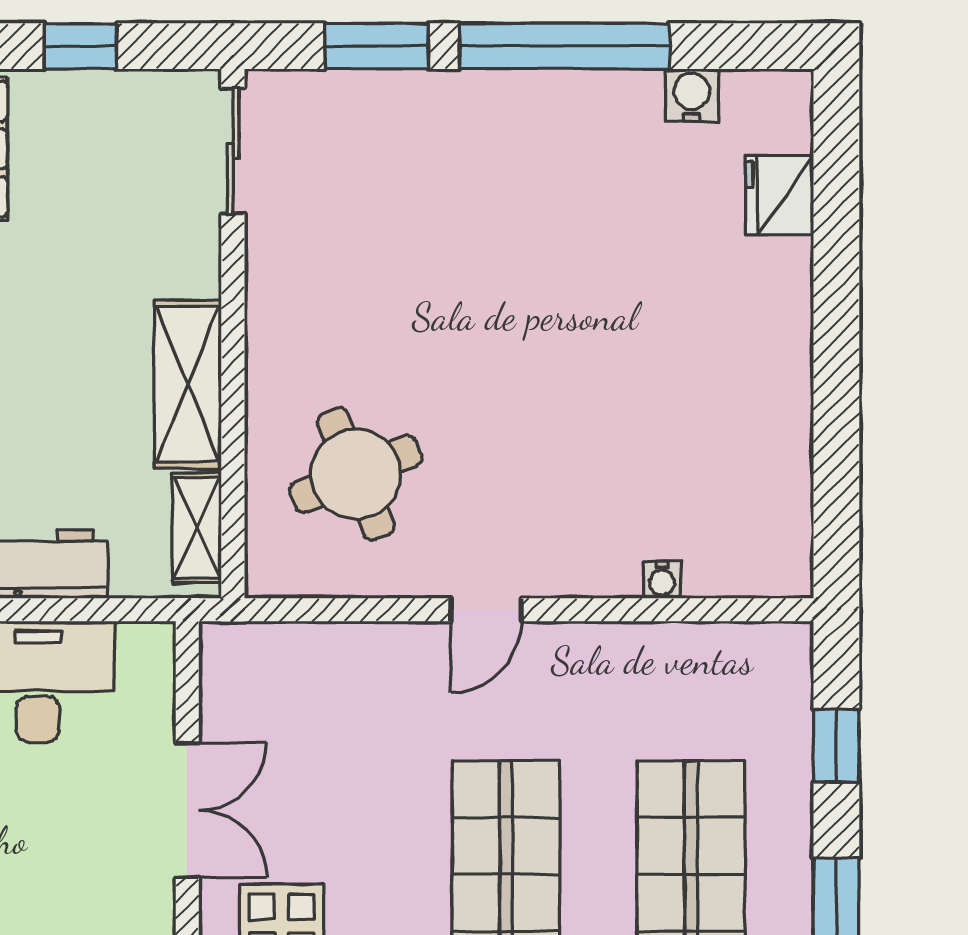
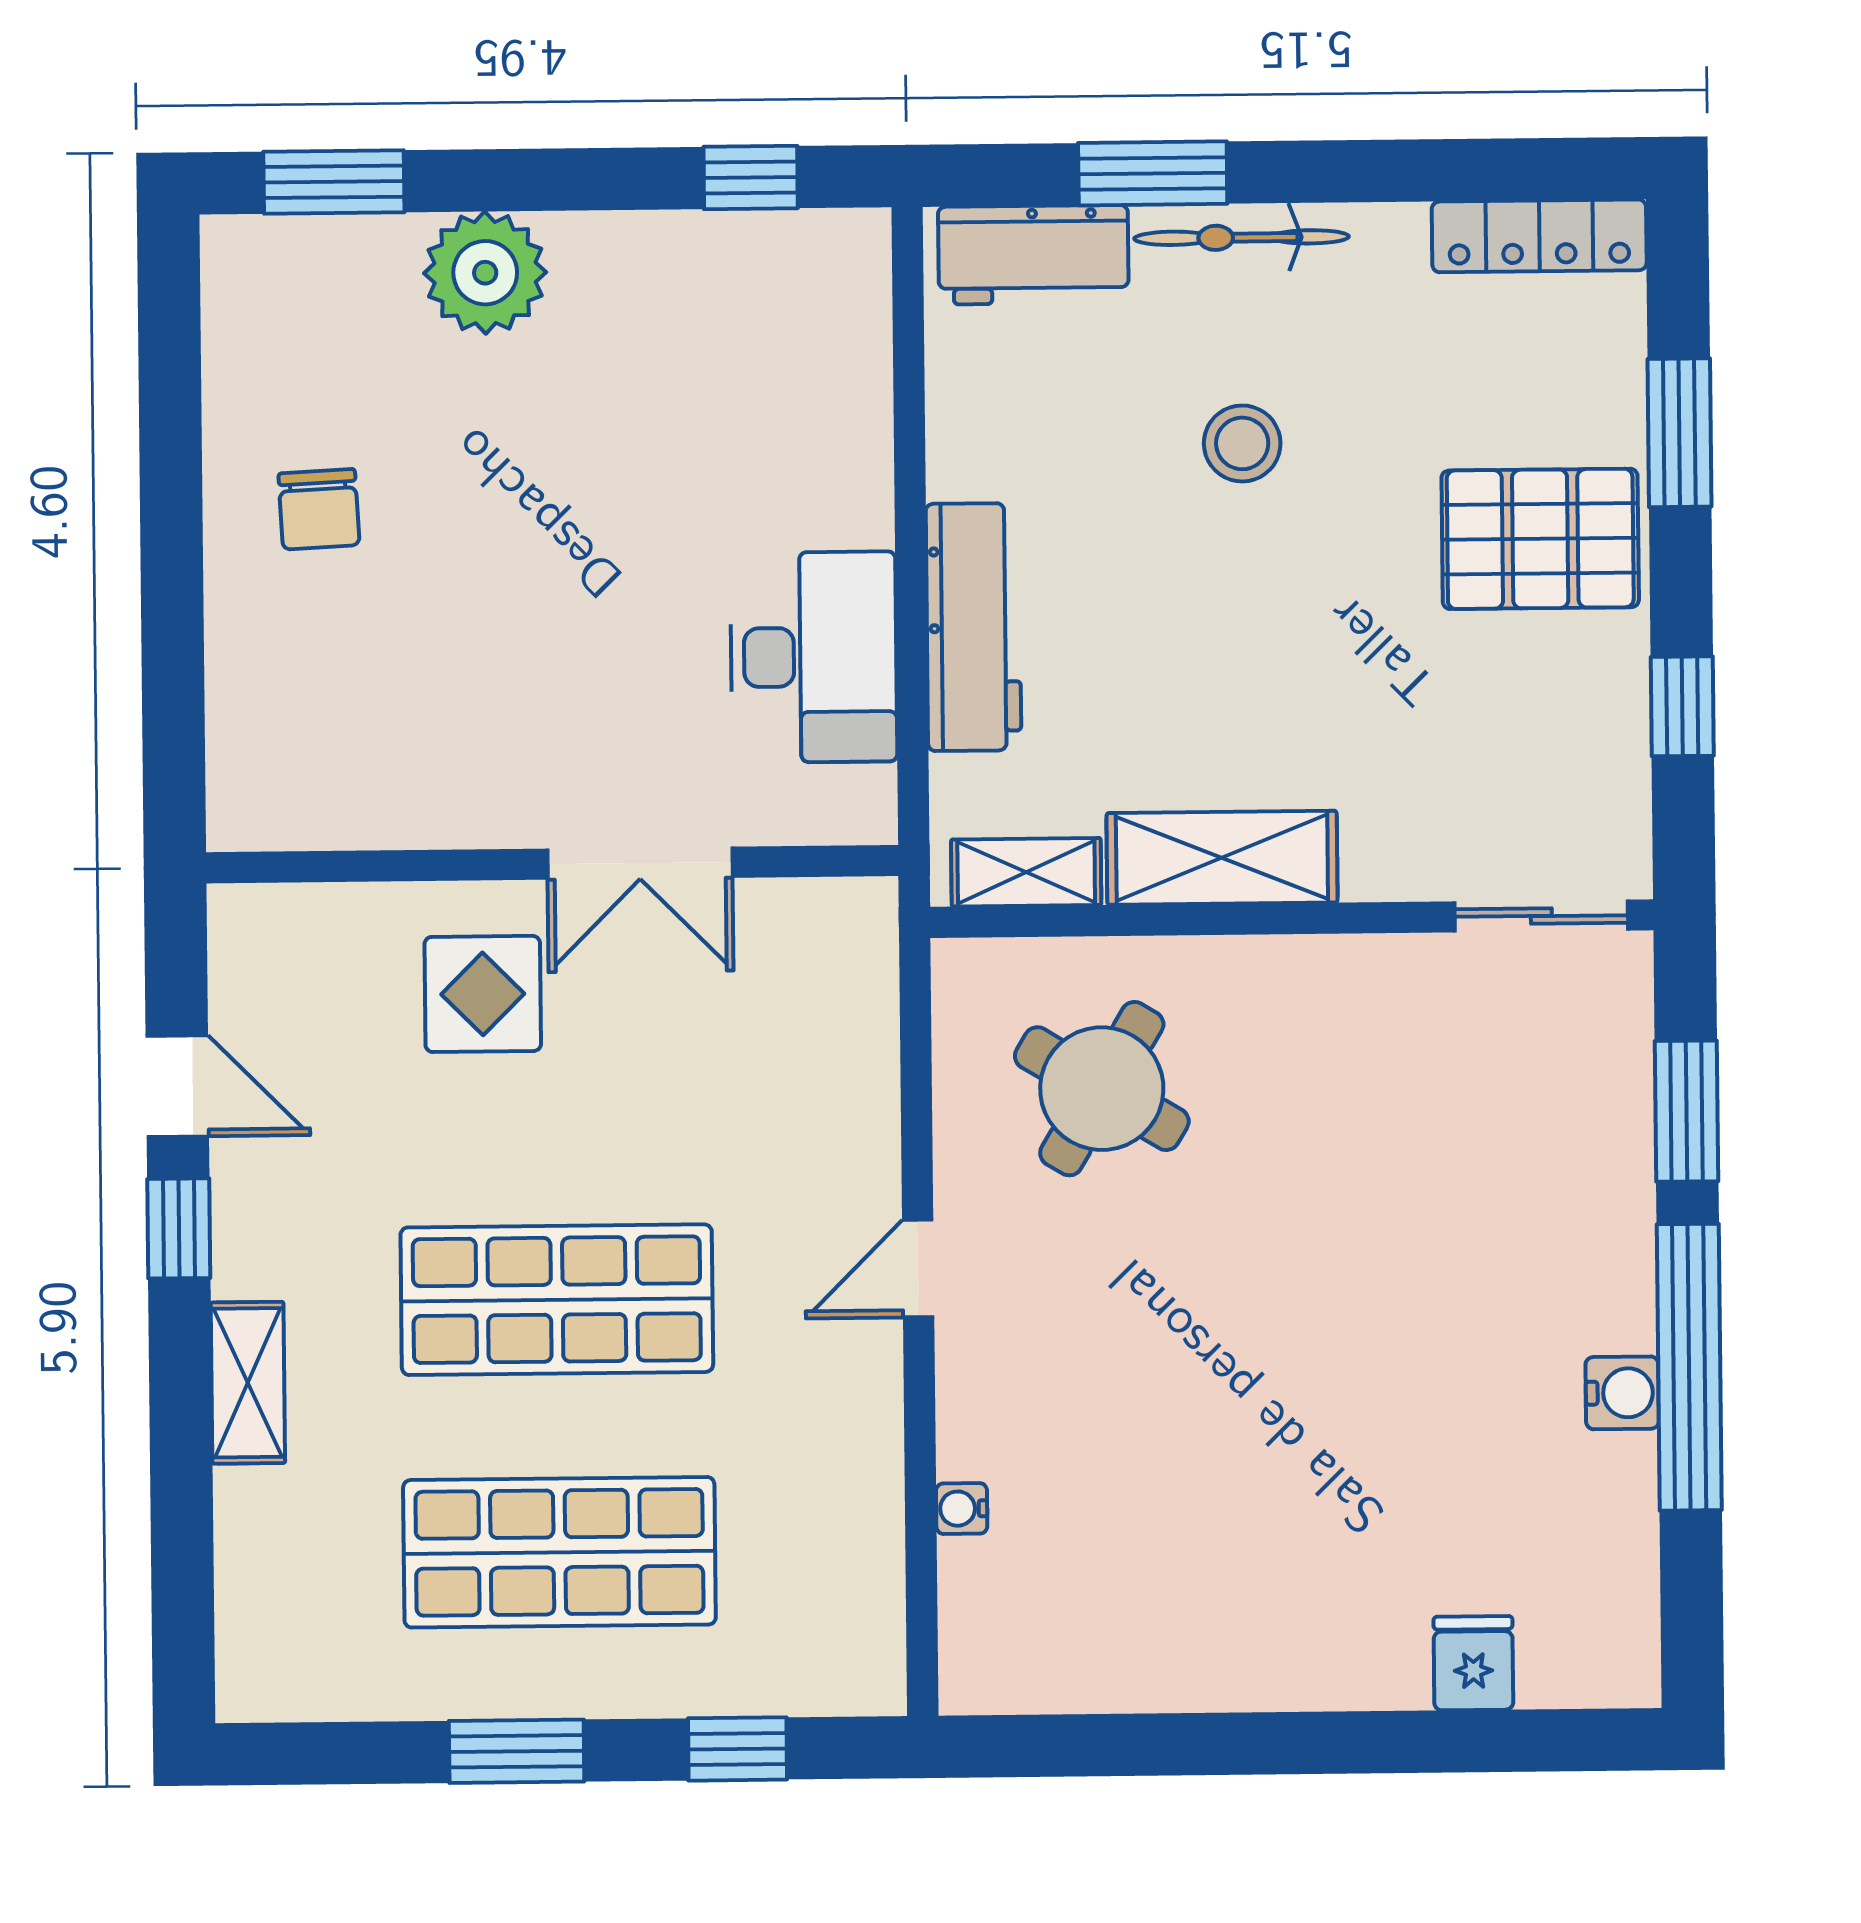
water cooler: (692, 95) -> (1622, 1393), moved
fridge: (779, 195) -> (1473, 1663), width x0.72
round table: (356, 474) -> (1102, 1089), turned -36
door: (486, 610) -> (918, 1269), hinge flipped

